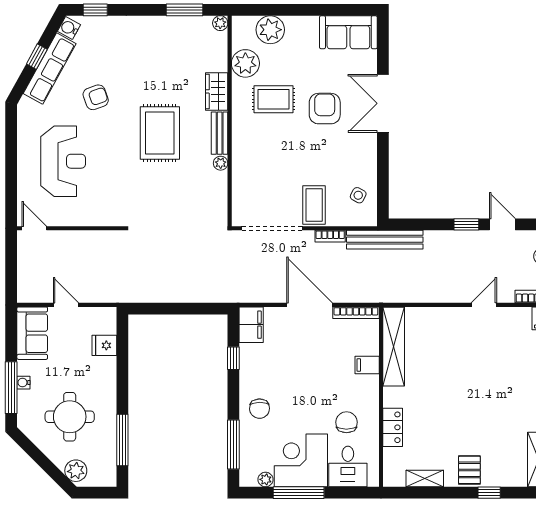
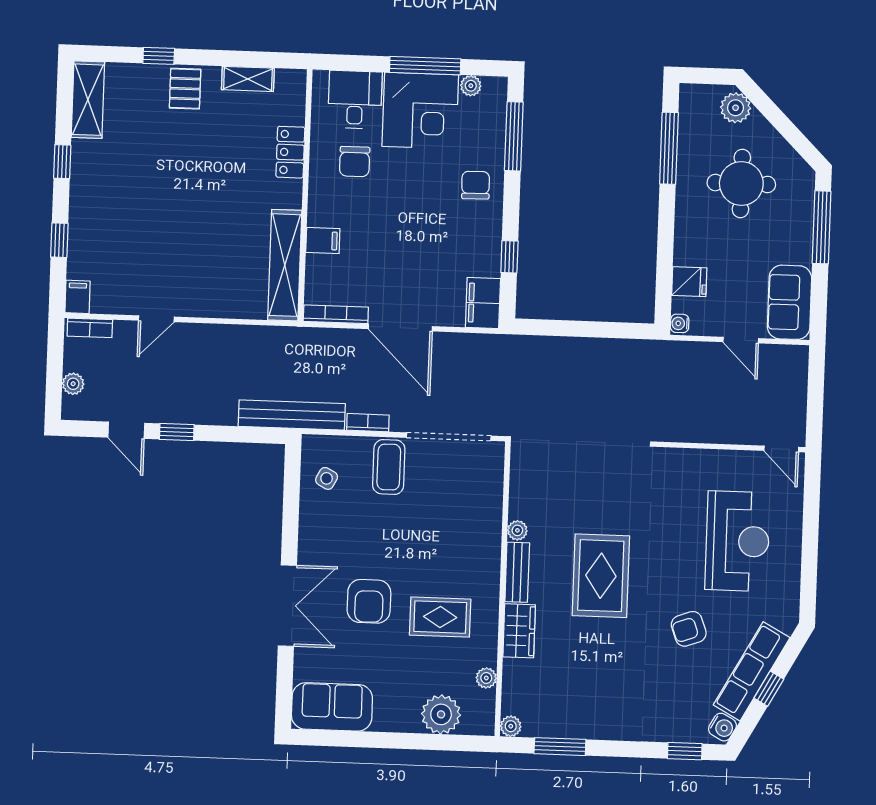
plant: (245, 63) -> (486, 678), width x0.53, depth x0.53
reception desk: (63, 161) -> (737, 541), turned 180
water cooler: (23, 383) -> (680, 323), moved, turned 180

